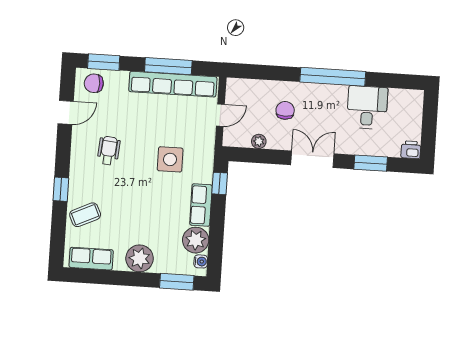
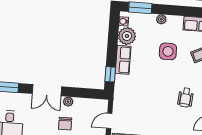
plant: (259, 141) -> (68, 102), moved
side table: (170, 159) -> (168, 51), moved
plant: (140, 258) -> (161, 19), width x0.53, depth x0.53

